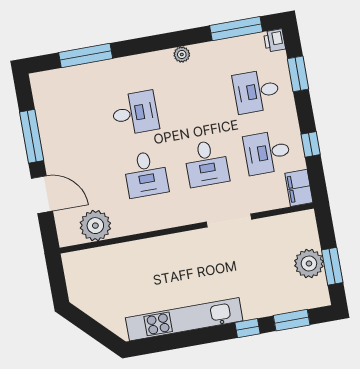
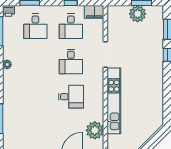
desk: (135, 113) -> (35, 97), removed
desk: (207, 163) -> (71, 61), turned 90
kitchen unit: (184, 319) -> (114, 101), moved, turned 180

